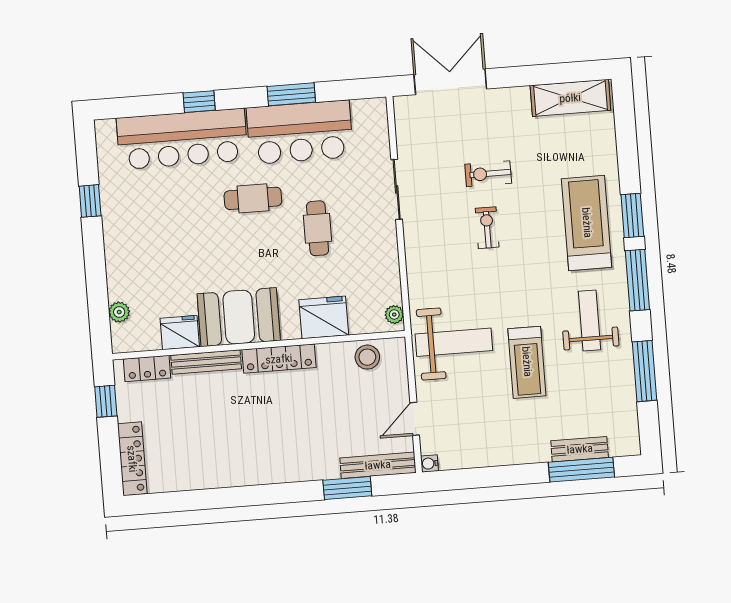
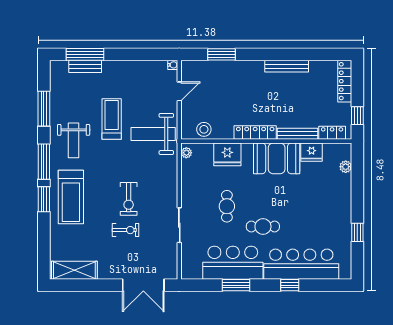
exercise bike: (487, 228) -> (129, 199), width x1.38, depth x1.39
bench: (378, 465) -> (287, 66), moved

